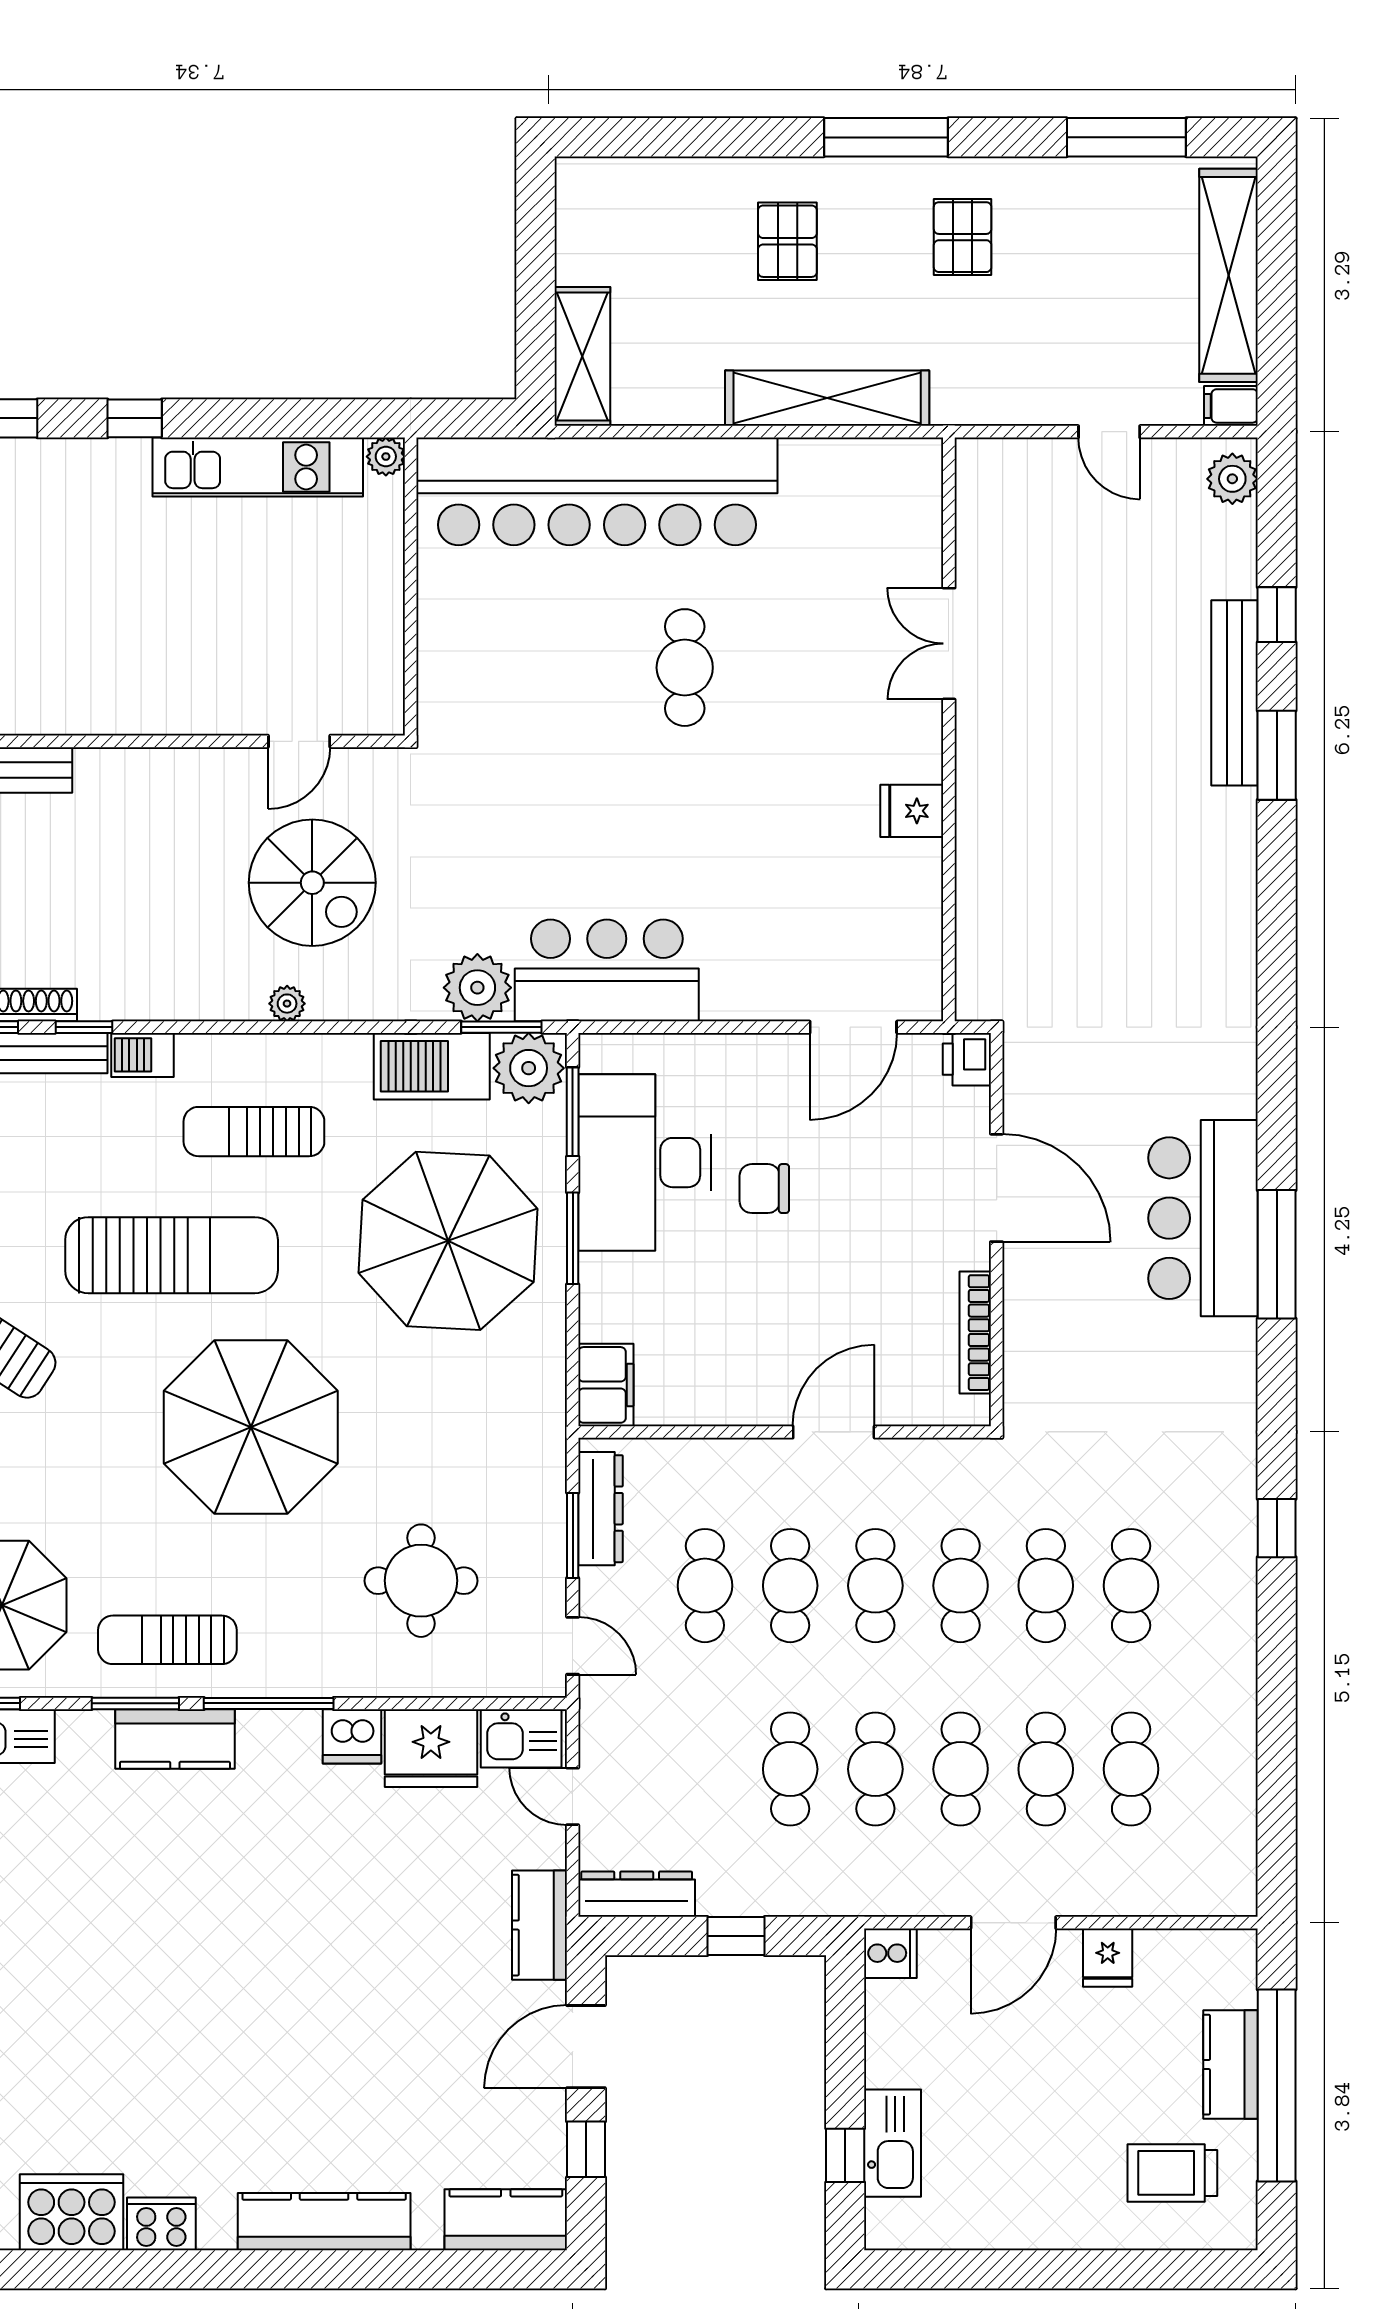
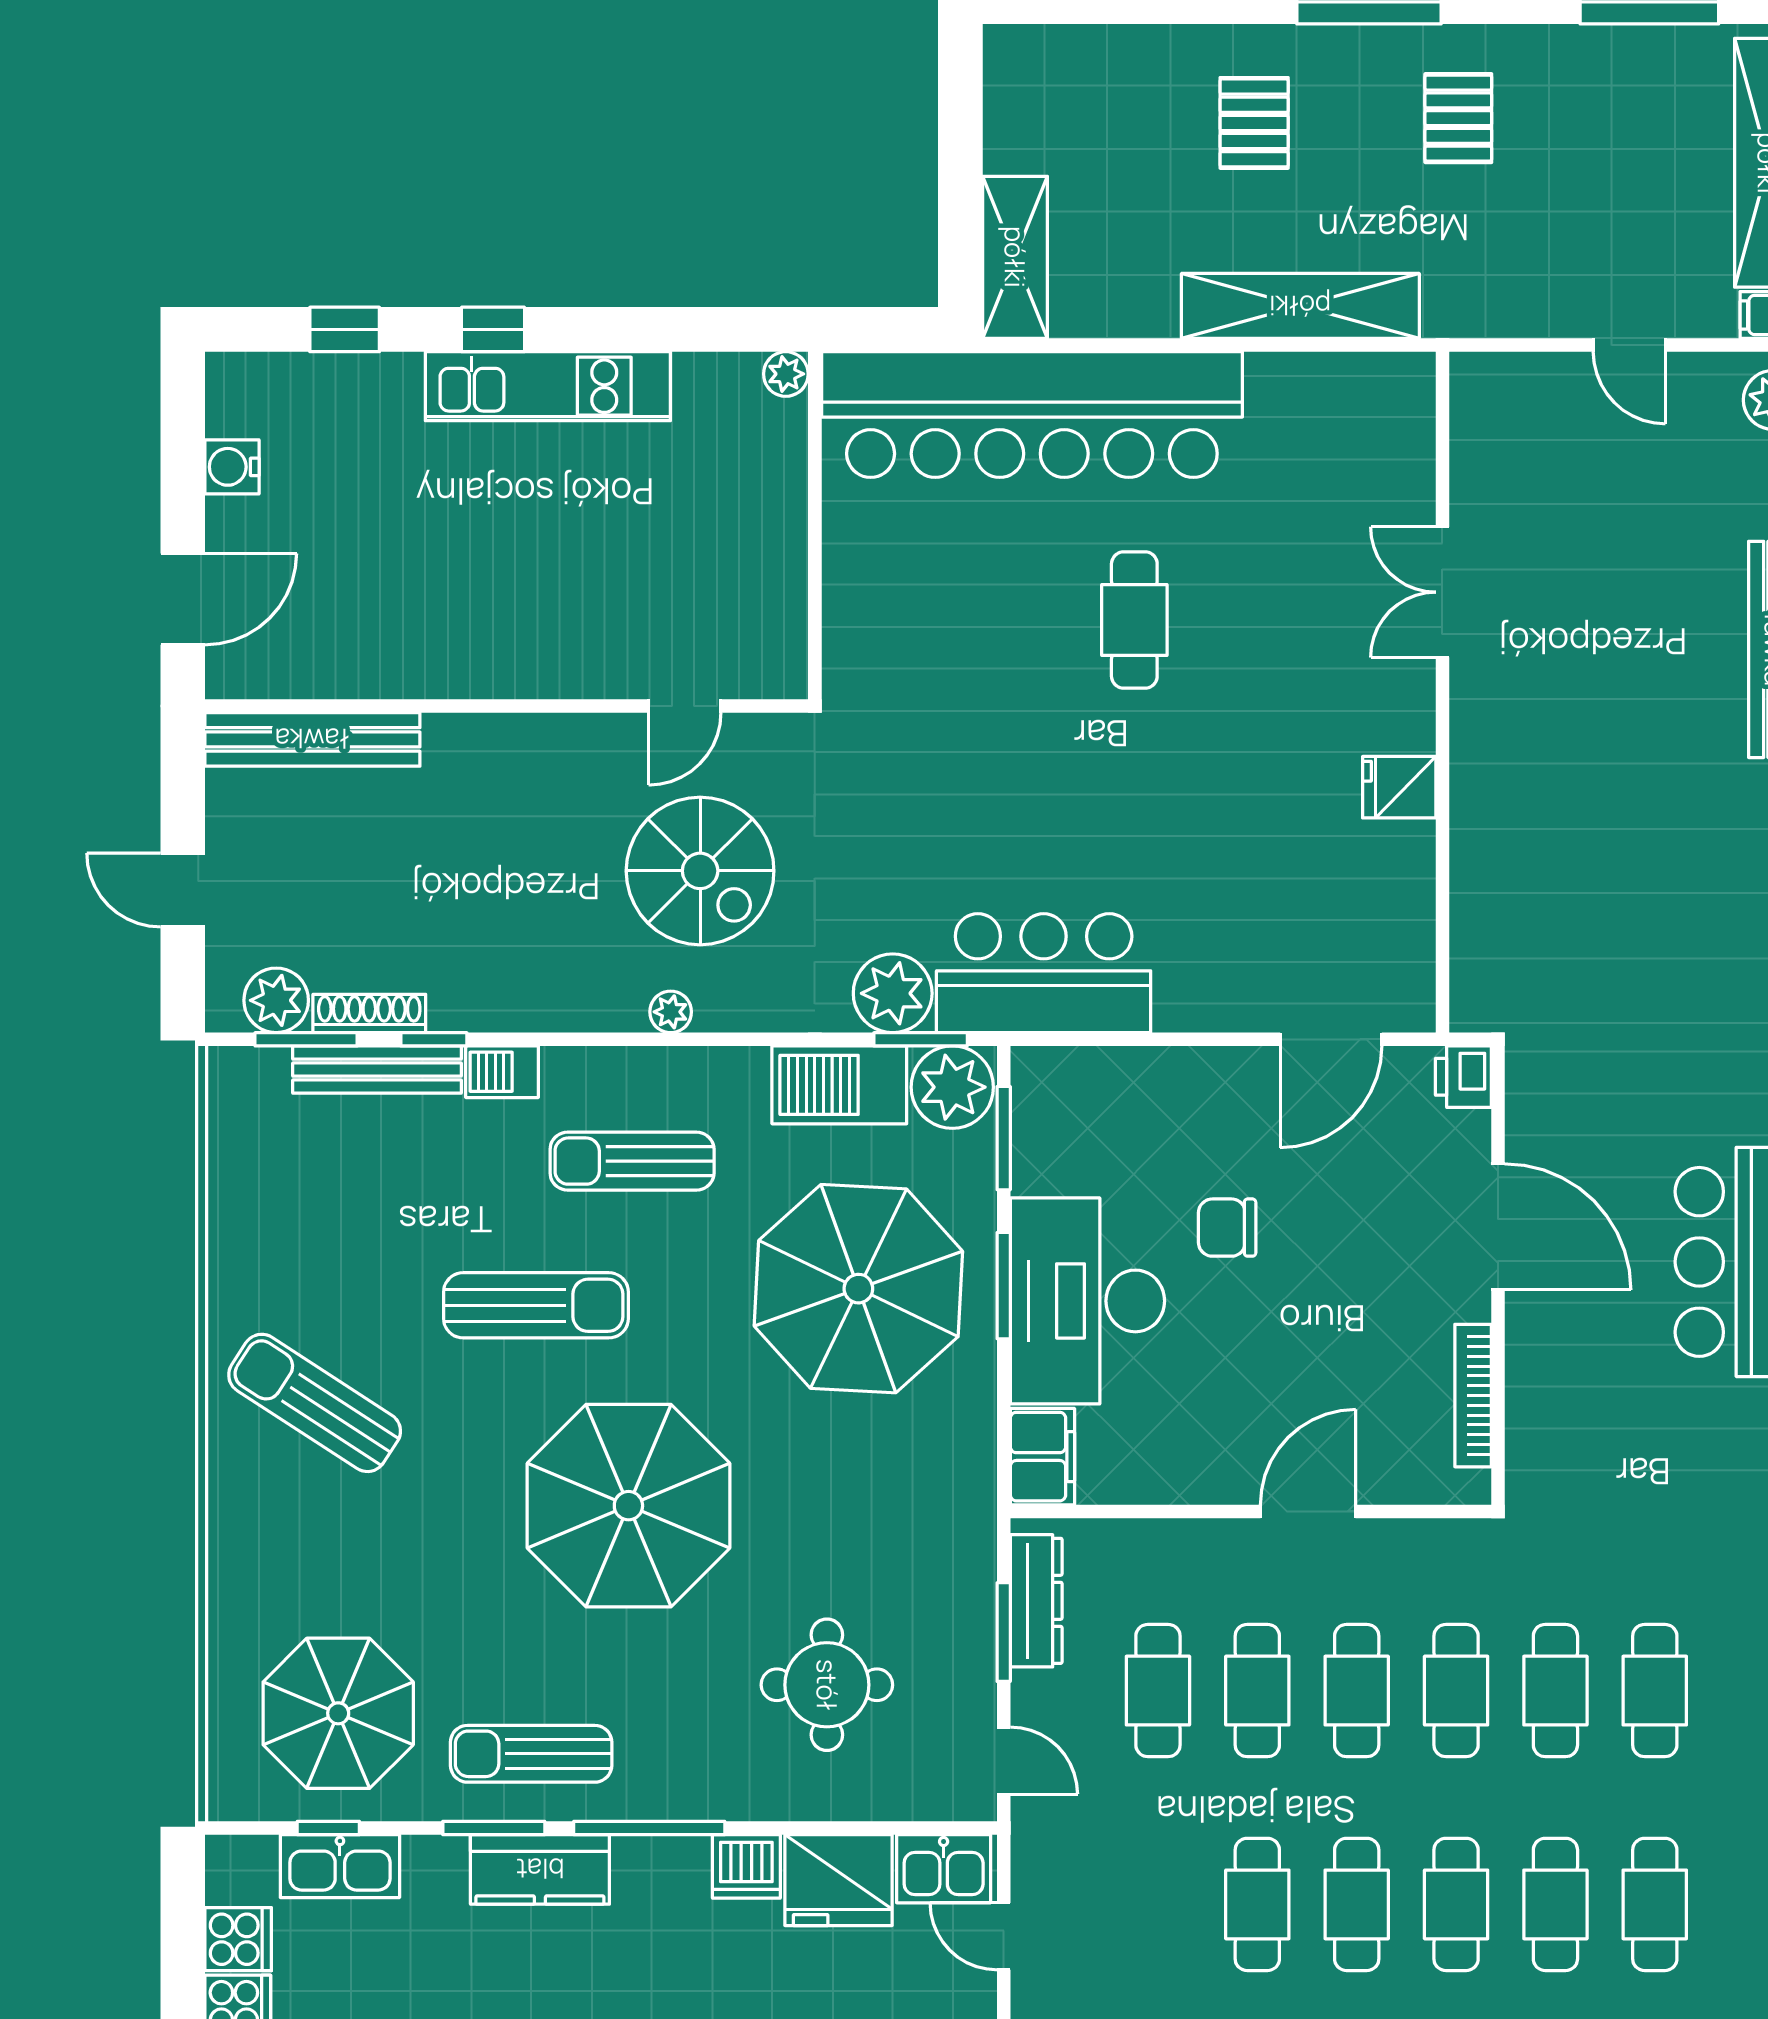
kitchen unit: (258, 467) -> (548, 386), moved
desk: (644, 1163) -> (1087, 1301), moved
sun lounger: (172, 1255) -> (536, 1305), width x0.73, depth x0.75

